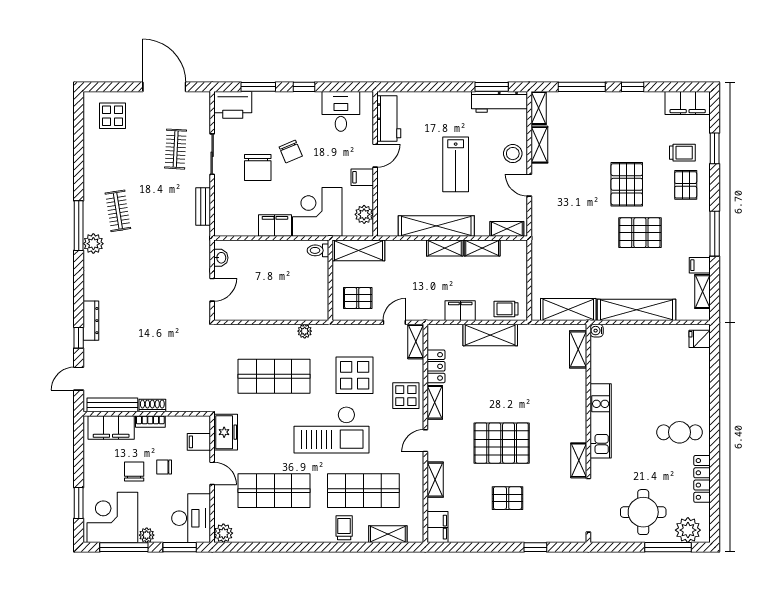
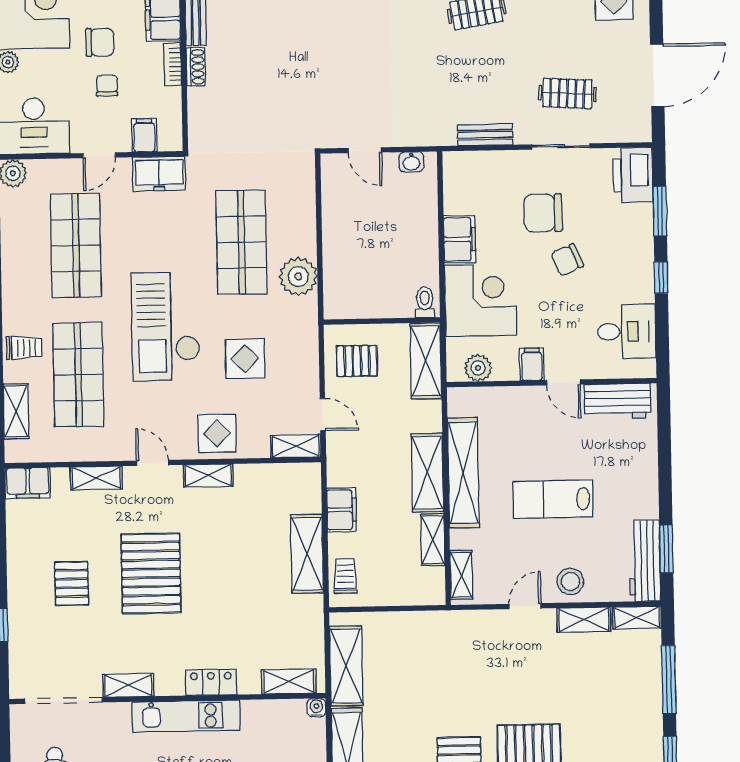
shelving: (445, 248) -> (427, 473), width x1.50, depth x1.33
pallet: (358, 298) -> (357, 361), turned 90
plant: (305, 331) -> (298, 276), width x1.88, depth x1.88
locker: (436, 366) -> (211, 682), moved, turned 180
display table: (355, 375) -> (245, 359), width x0.73, depth x0.73

